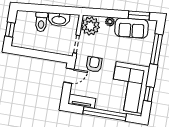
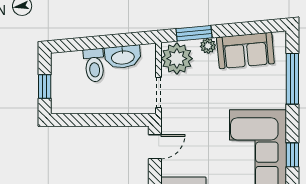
window: (139, 15) -> (194, 33), moved
armchair: (94, 64) -> (193, 121), removed

